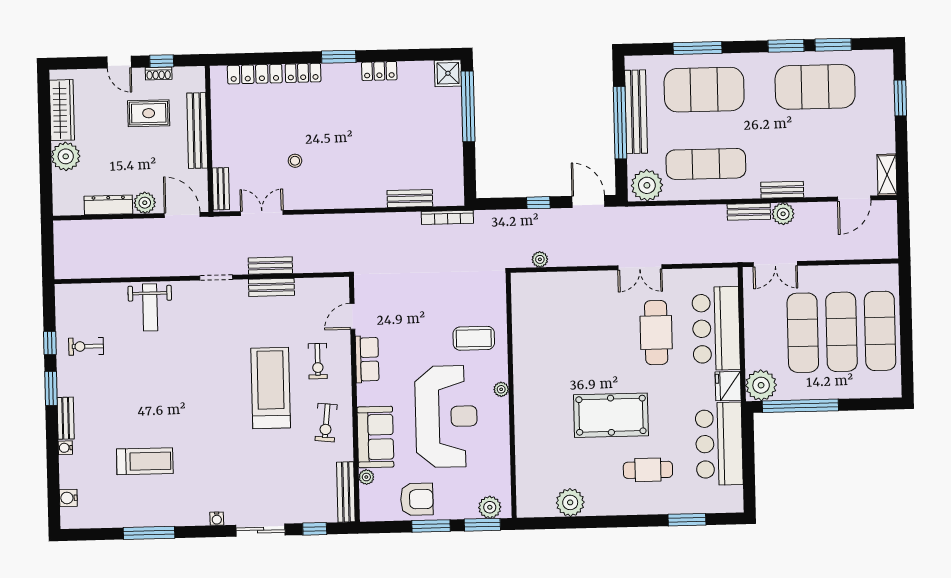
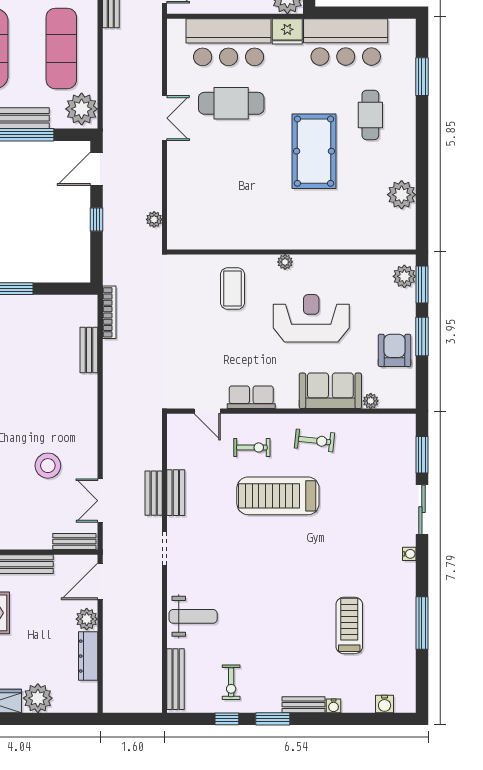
stool: (295, 161) -> (48, 466), width x1.89, depth x1.89
reception desk: (446, 416) -> (311, 318), width x0.74, depth x0.77
bench: (346, 492) -> (176, 679), moved, turned 90
window: (315, 529) -> (422, 455), width x1.50

